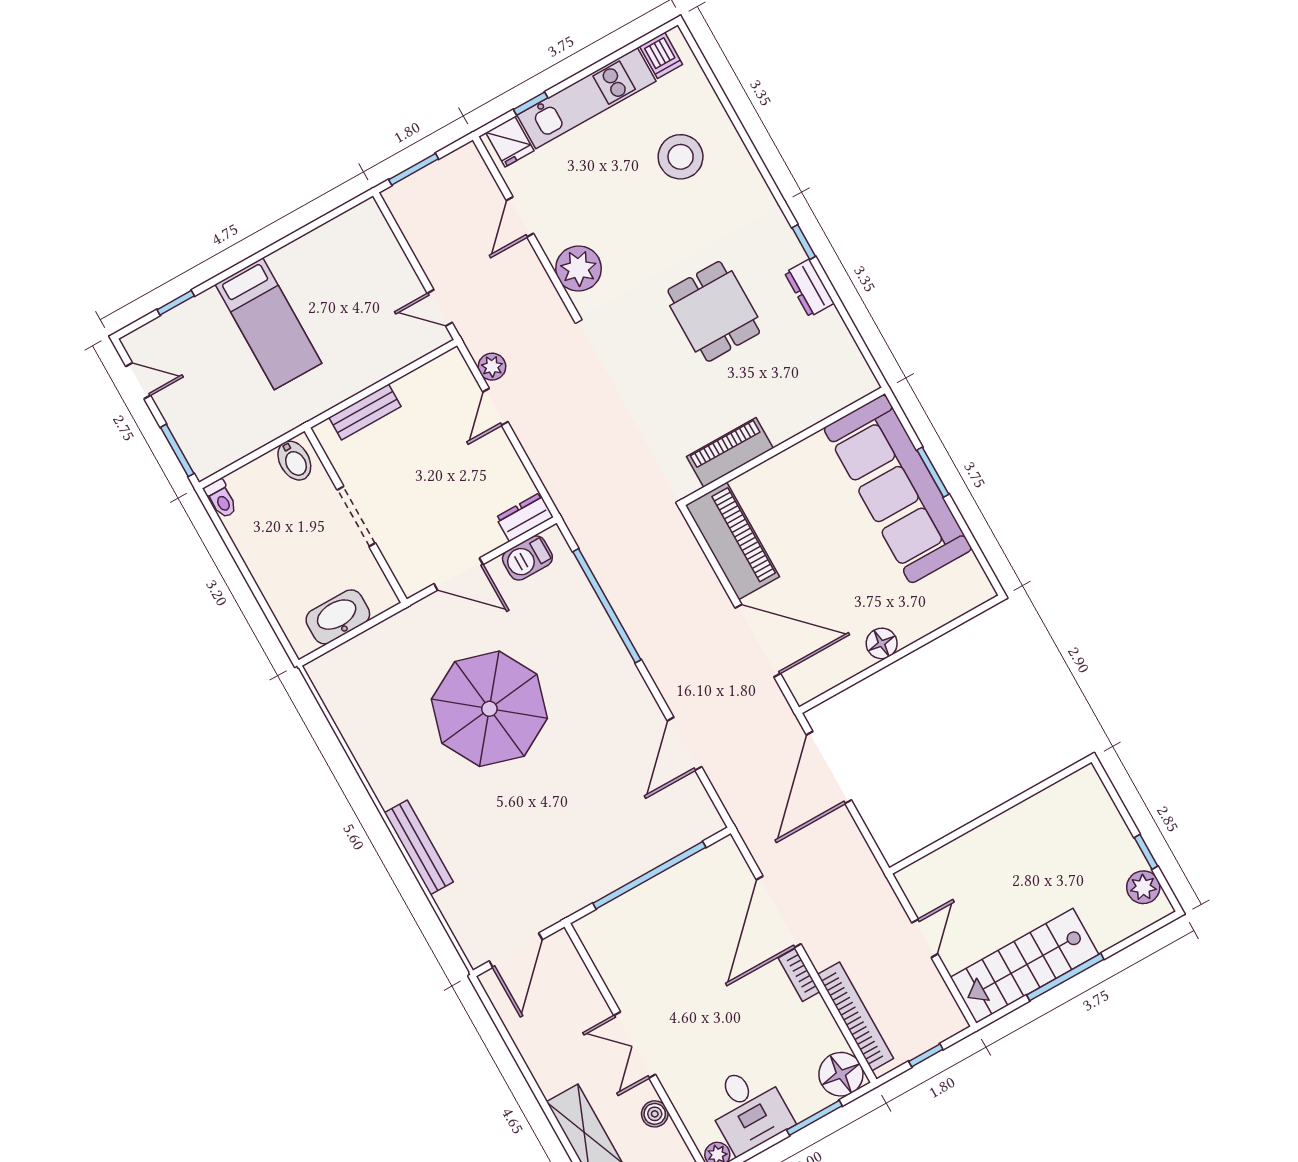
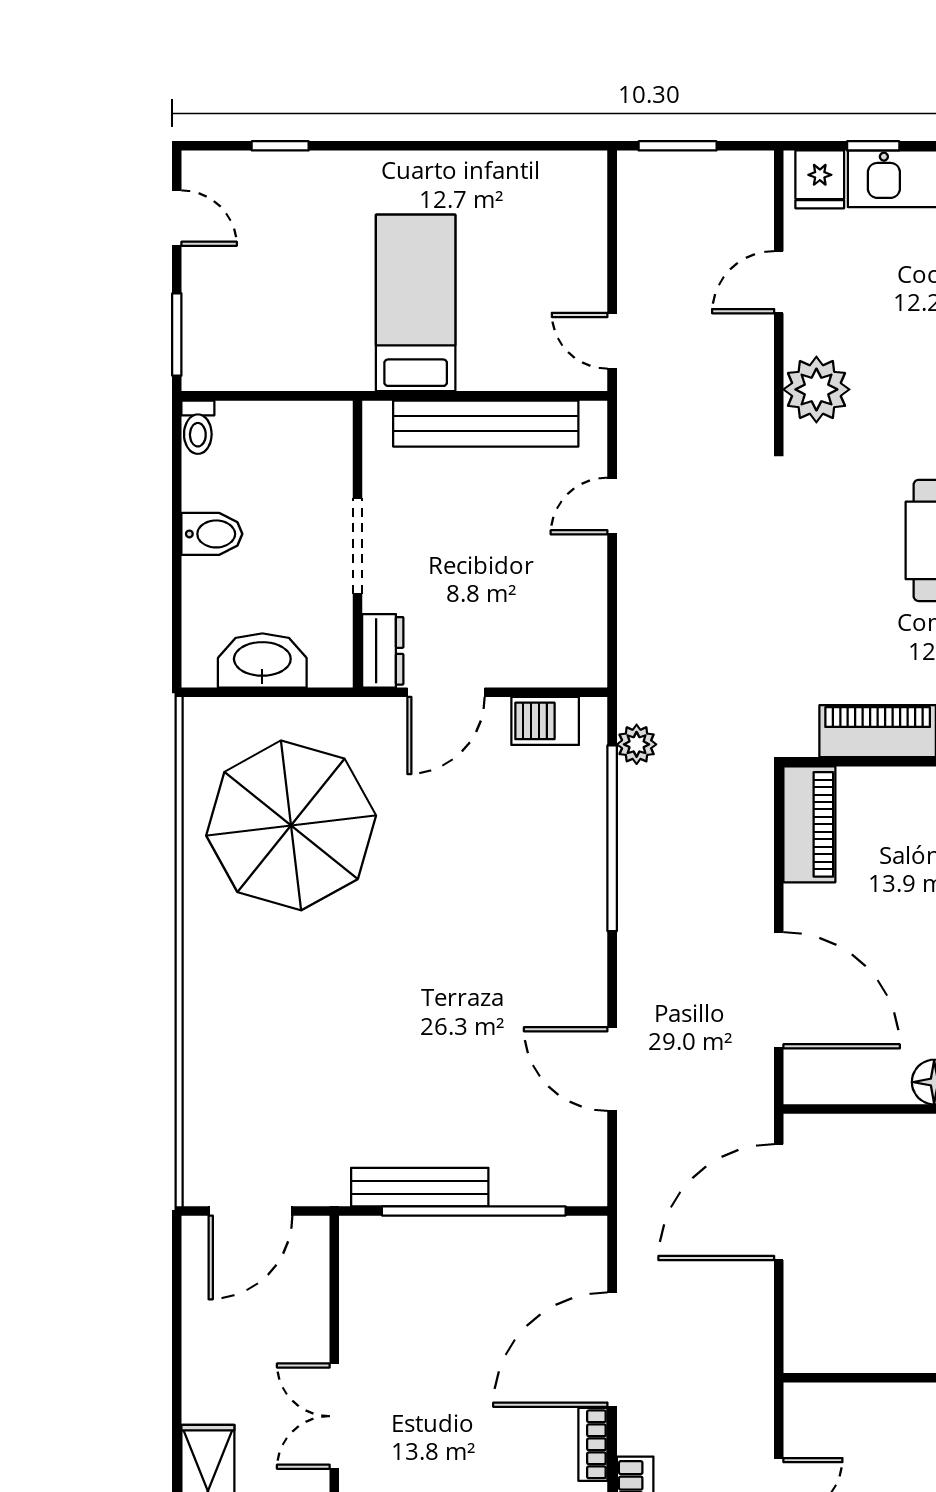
bed: (269, 324) -> (416, 303), moved, turned 180
plant: (492, 367) -> (637, 744), moved
bench: (365, 412) -> (486, 424), width x1.86, depth x1.21
bidet: (294, 461) -> (212, 534), moved, turned -90
dresser: (525, 517) -> (383, 651), moved, turned 90
piano: (733, 541) -> (809, 824), width x0.73, depth x0.75
door: (458, 574) -> (446, 692), hinge flipped
parasol: (489, 709) -> (291, 825), moved
door: (684, 744) -> (612, 1069), hinge flipped
bench: (419, 847) -> (420, 1187), moved, turned 90

